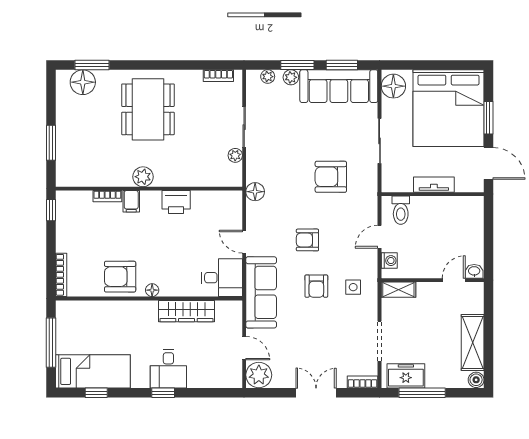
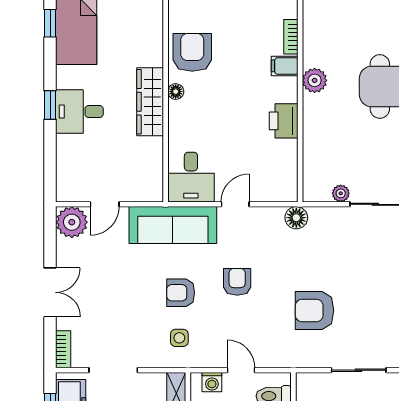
armchair: (331, 177) -> (315, 310), turned -90
wardrobe: (186, 311) -> (150, 102), moved

